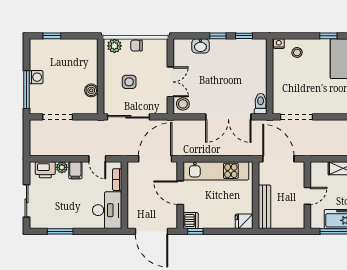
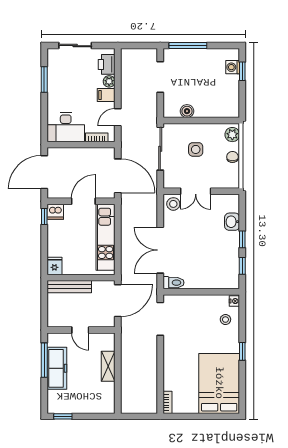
washing machine: (36, 77) -> (233, 67), moved, turned 90

